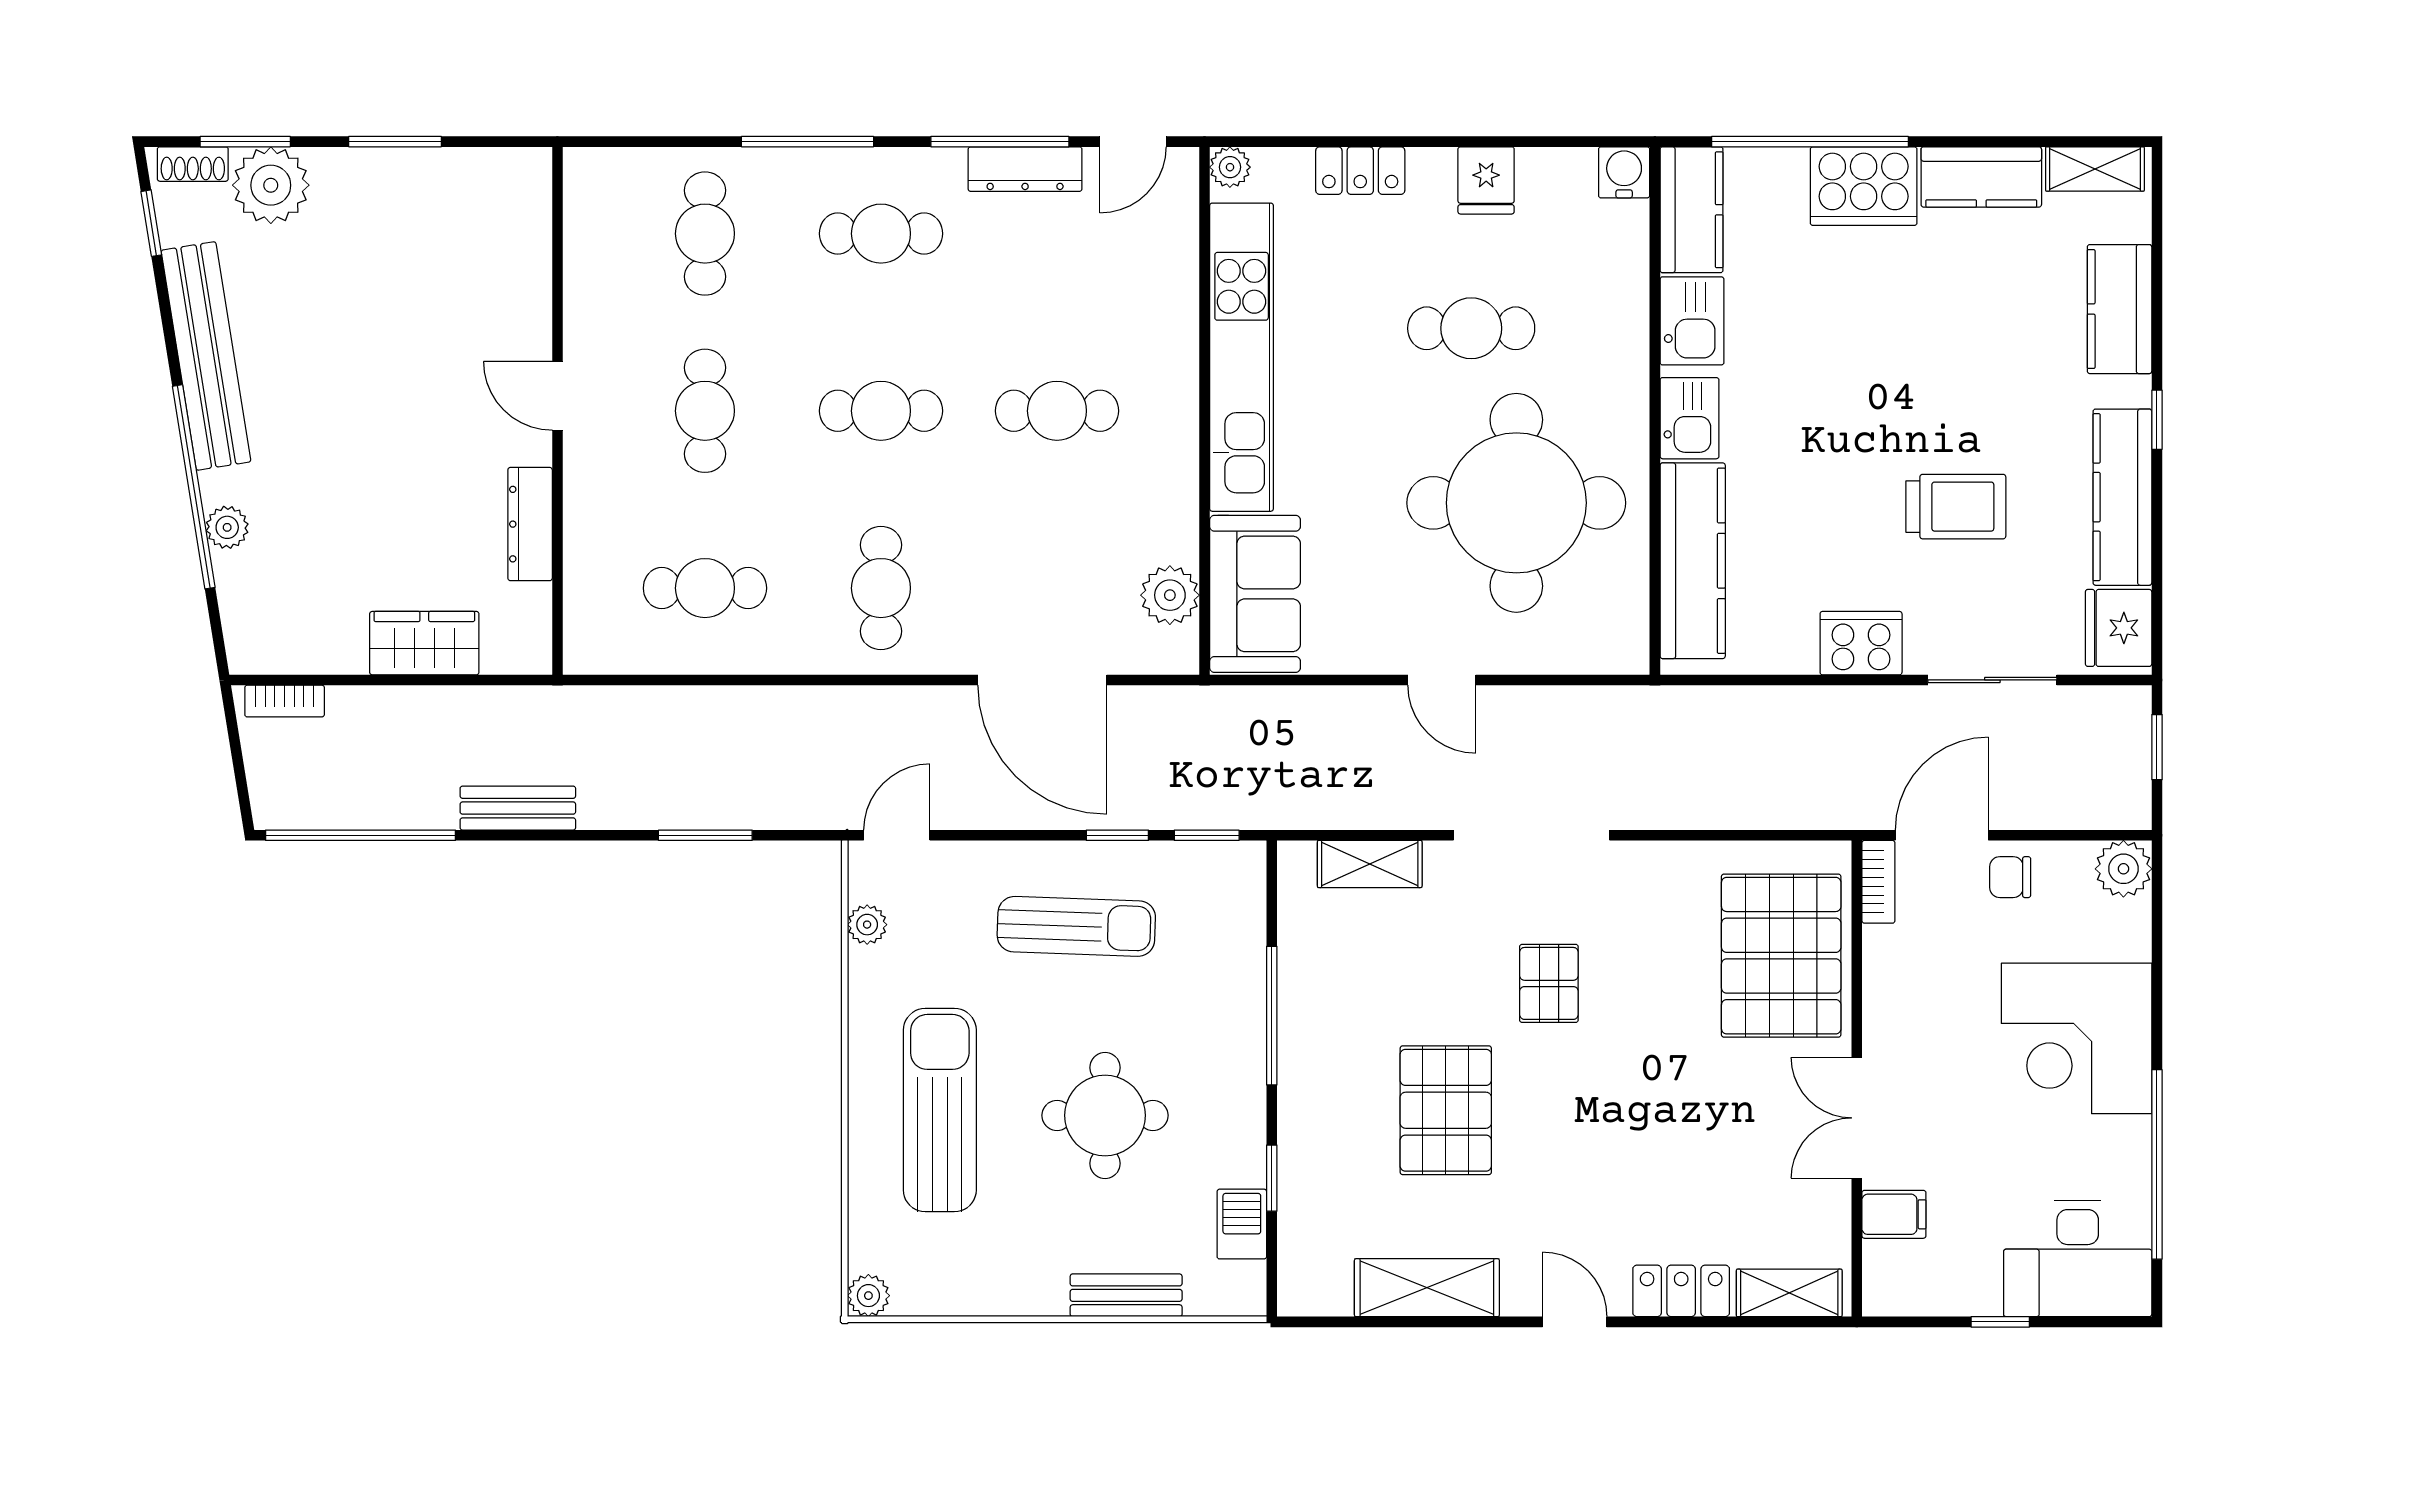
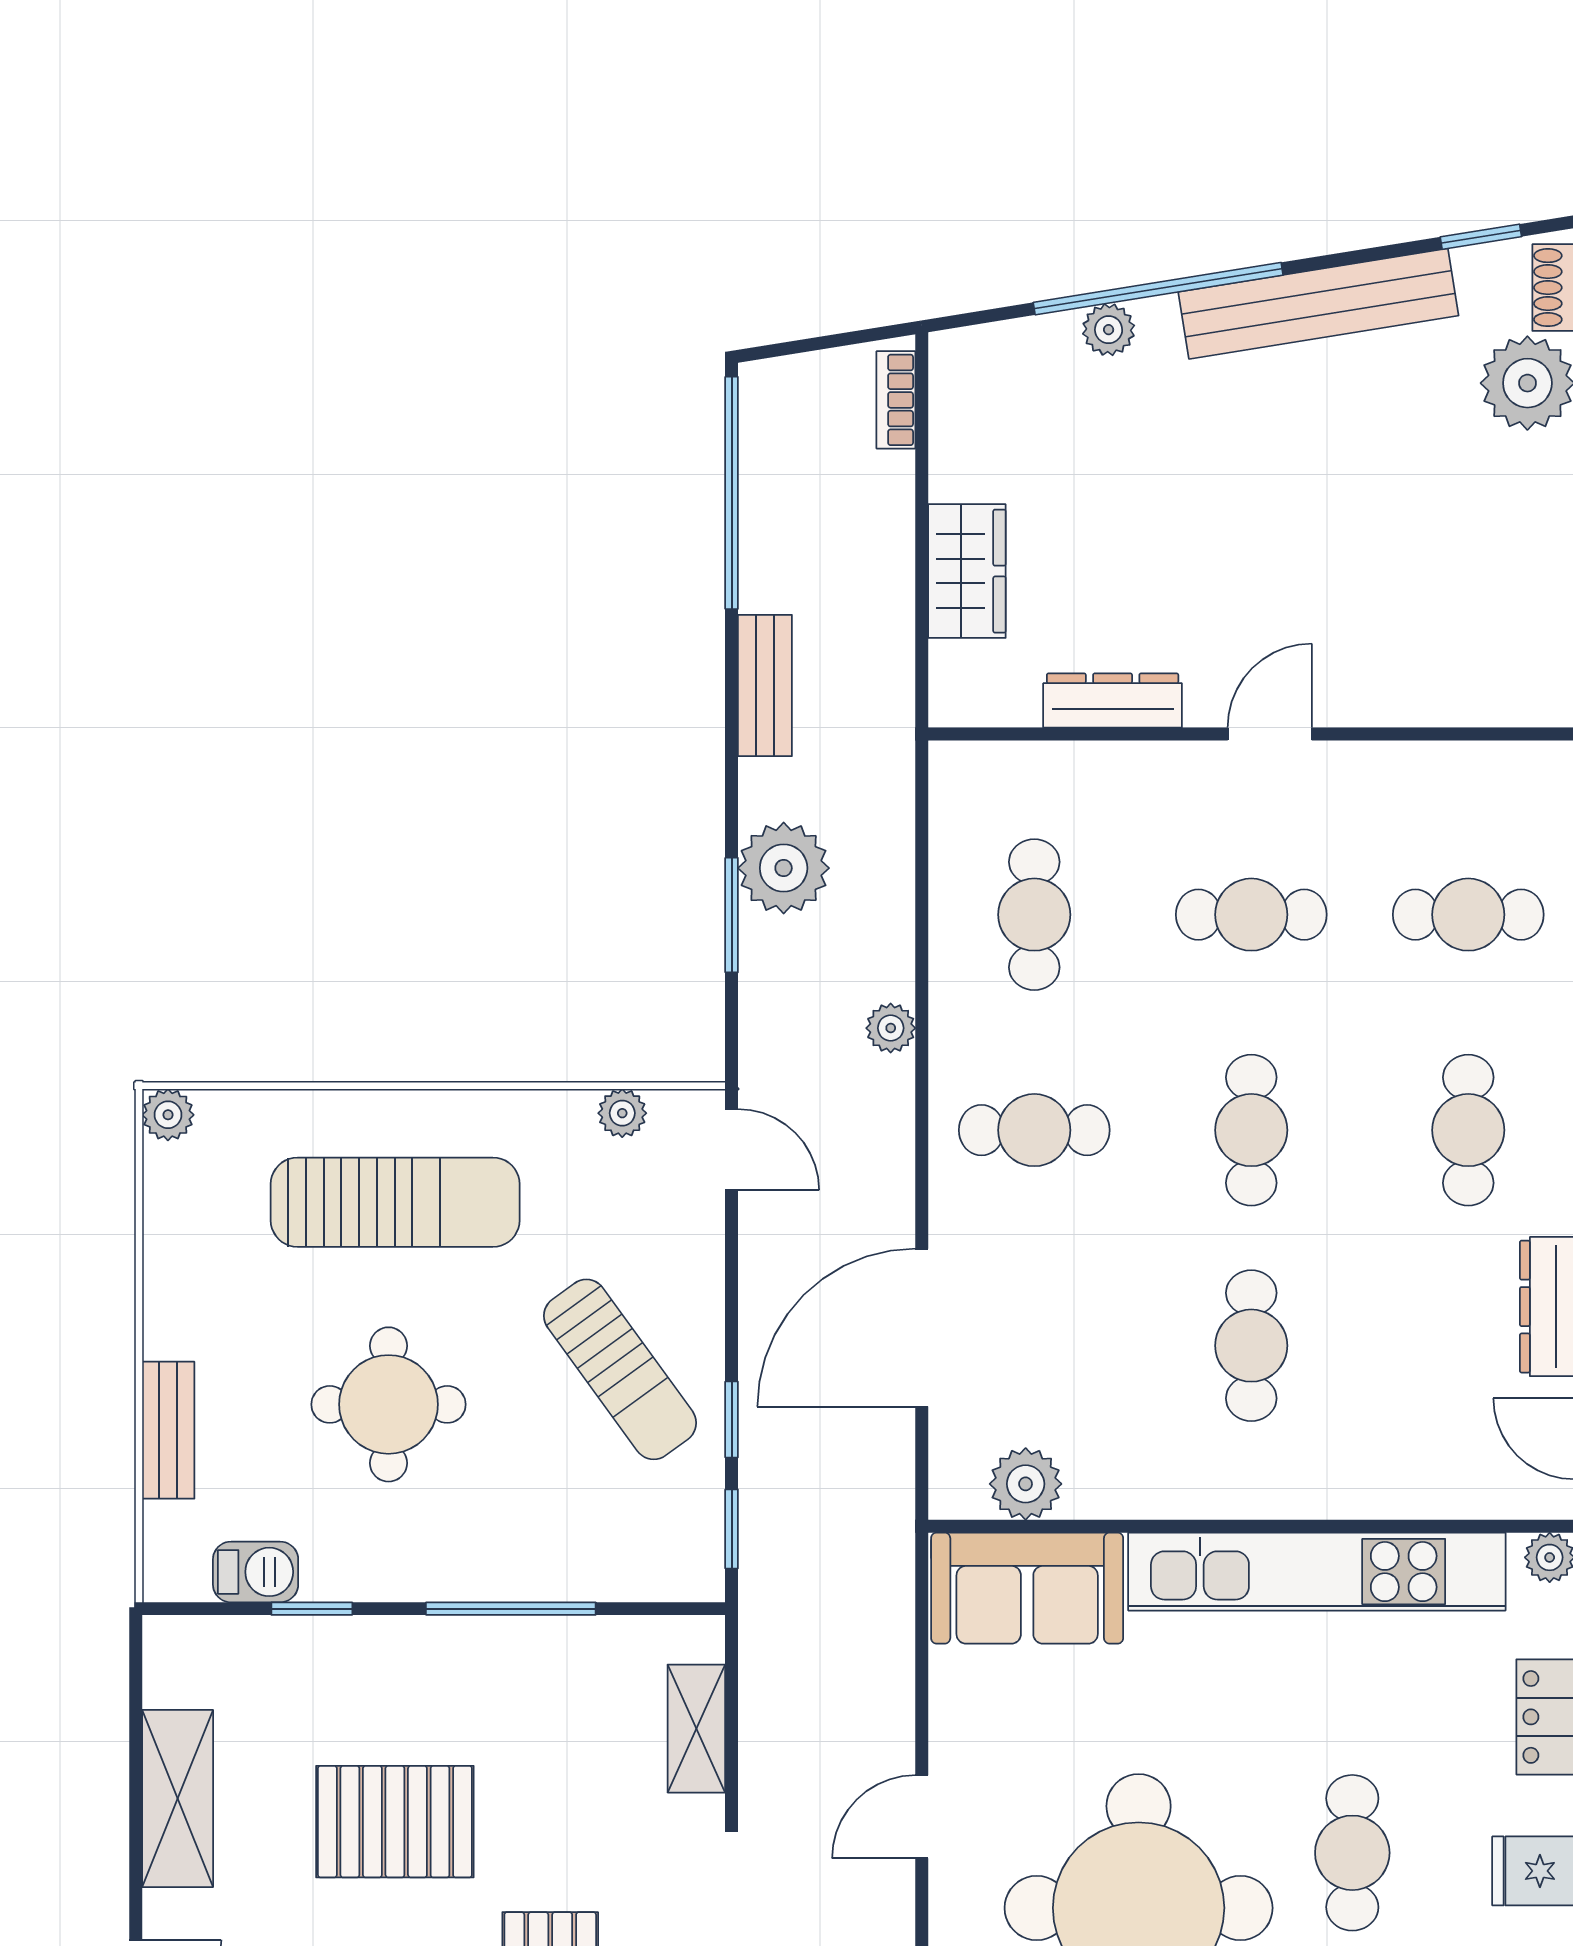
plant: (798, 705) -> (891, 1028), added
plant: (667, 793) -> (784, 868), added
sun lounger: (1076, 926) -> (620, 1369), turned -38

